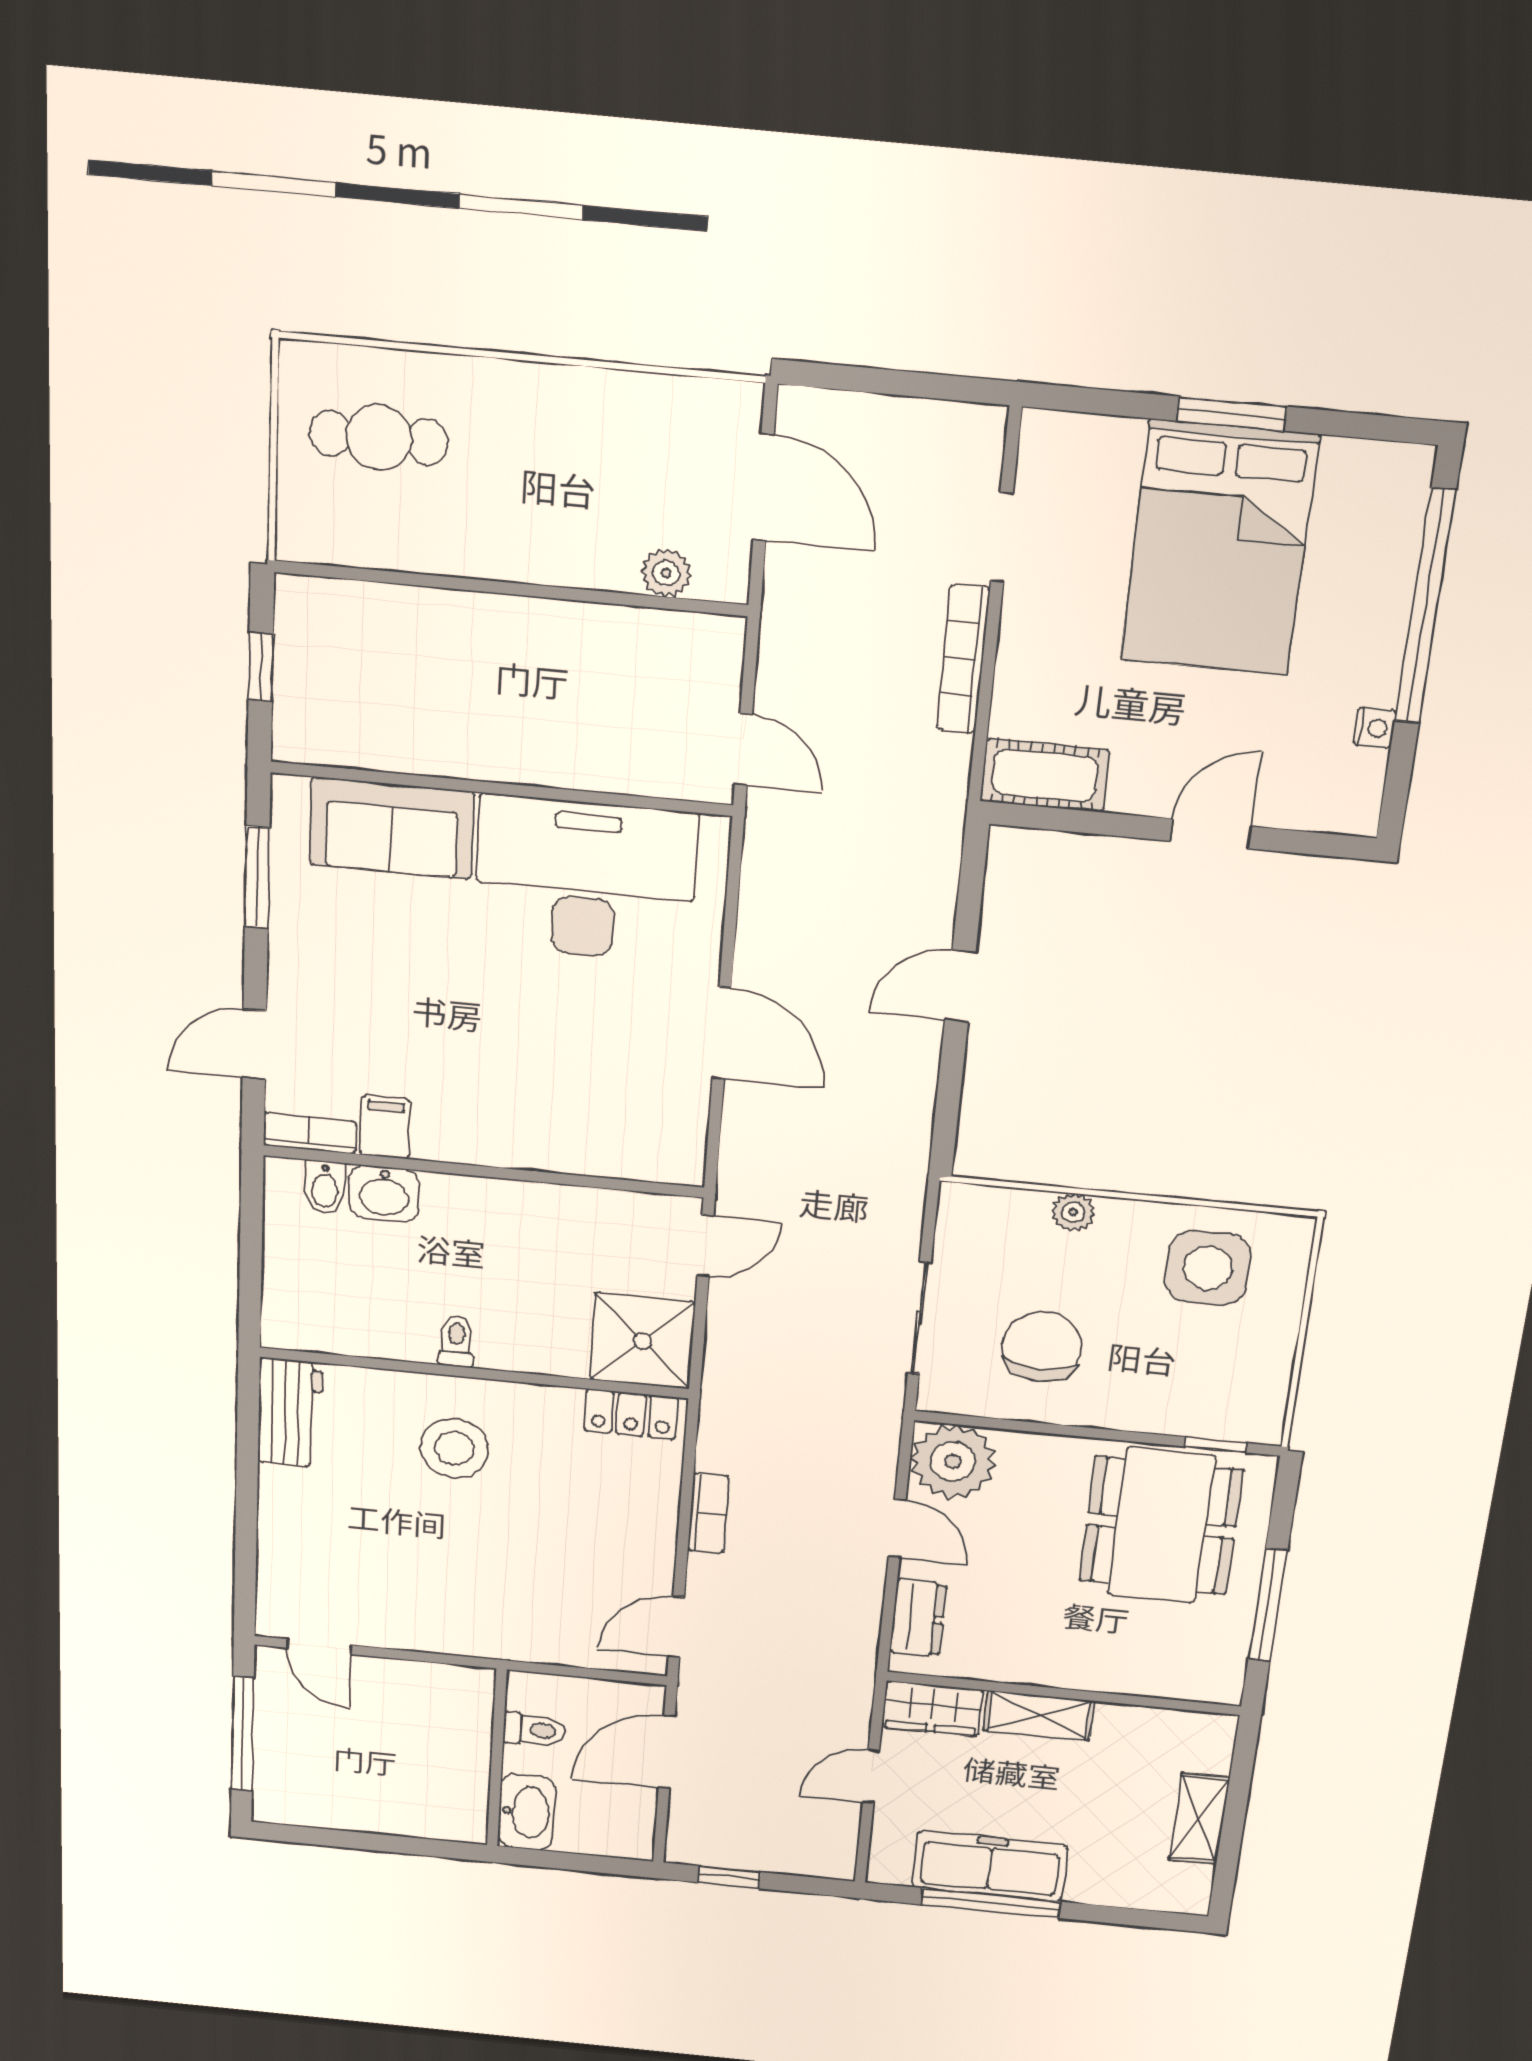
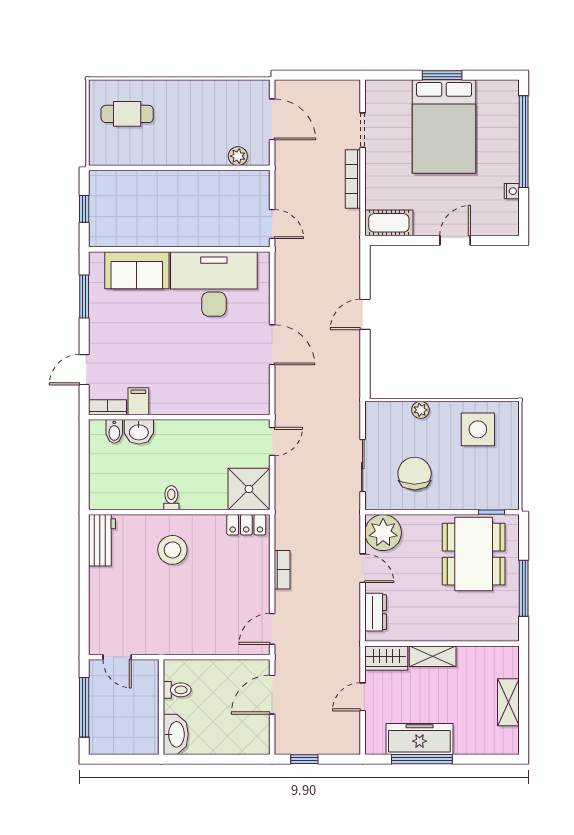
toilet: (535, 1730) -> (177, 690), moved
wall: (497, 1758) -> (161, 707), moved
washbasin: (527, 1812) -> (176, 734), moved

